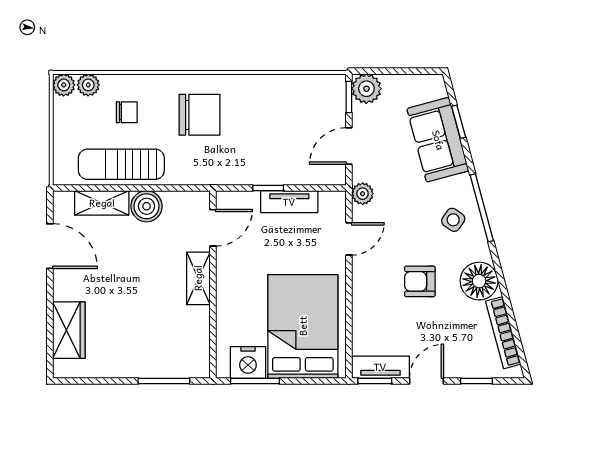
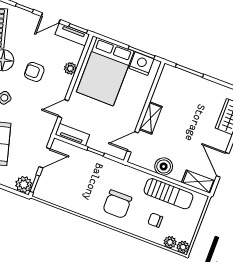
chair: (199, 115) -> (117, 204), turned -90
plant: (363, 194) -> (70, 68), moved
tv unit: (289, 202) -> (72, 135), moved
shelving: (102, 203) -> (198, 182), moved
armchair: (420, 281) -> (34, 72), turned 180

